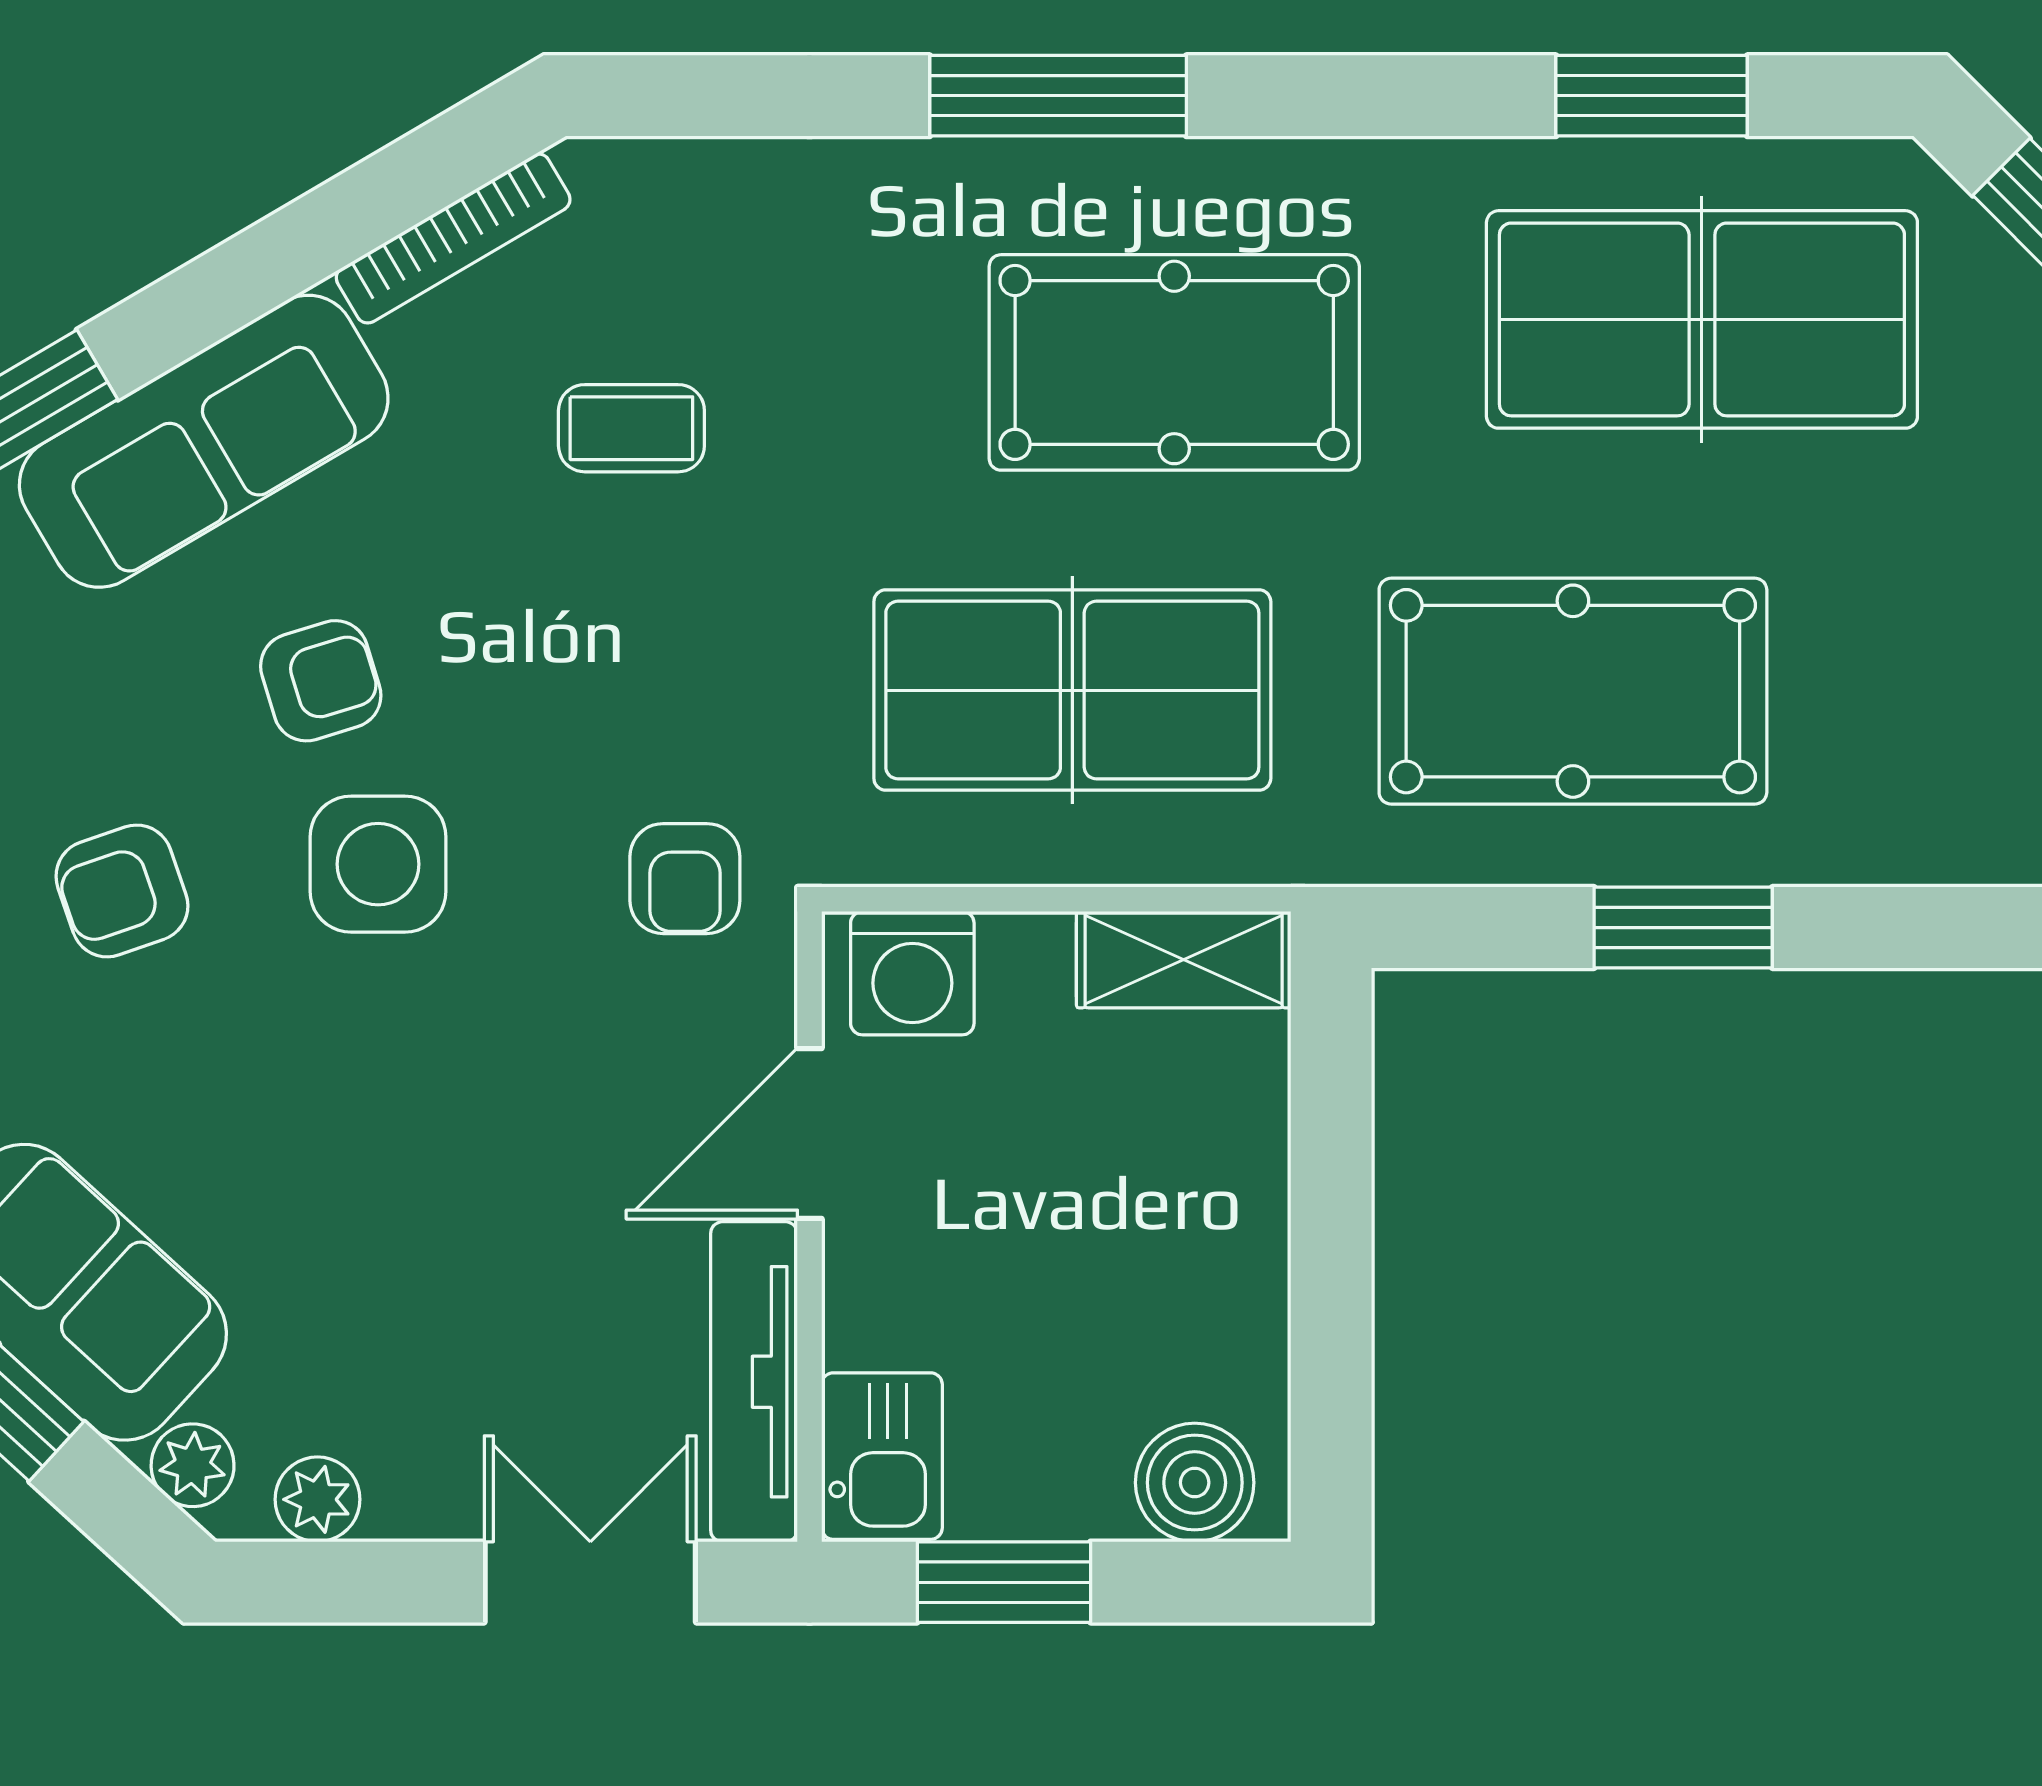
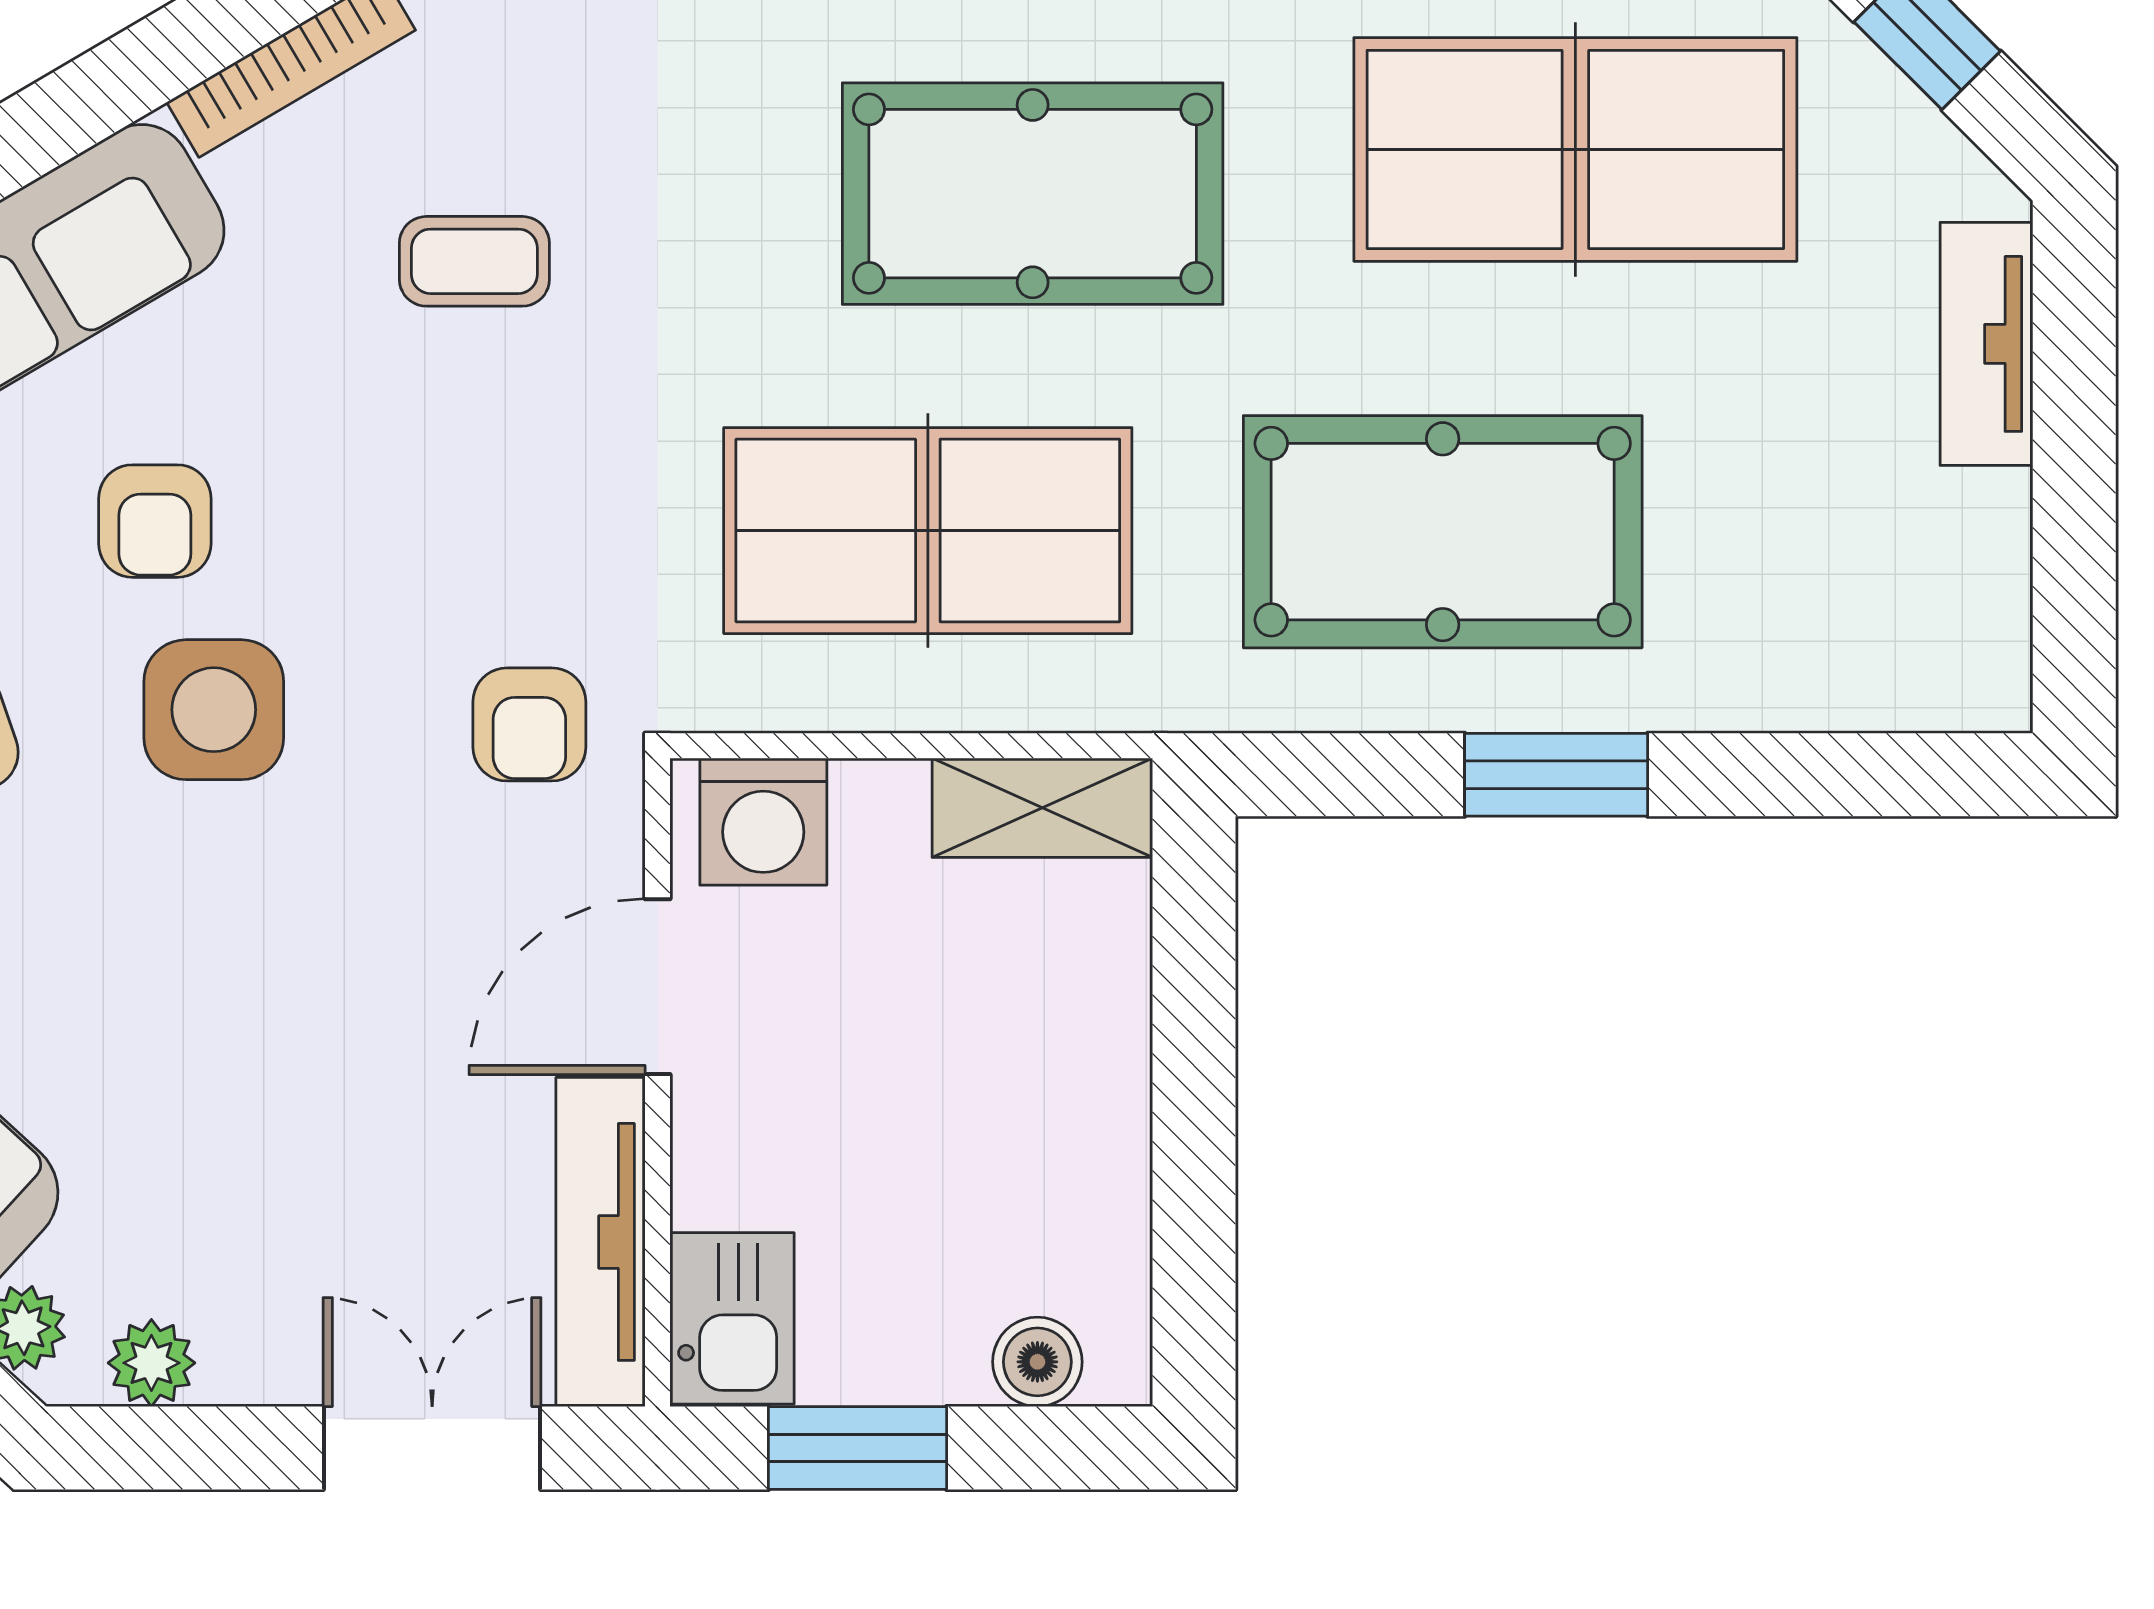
armchair: (321, 681) -> (155, 521), turned 107
boiler: (1195, 1483) -> (1037, 1362), width x0.73, depth x0.73

